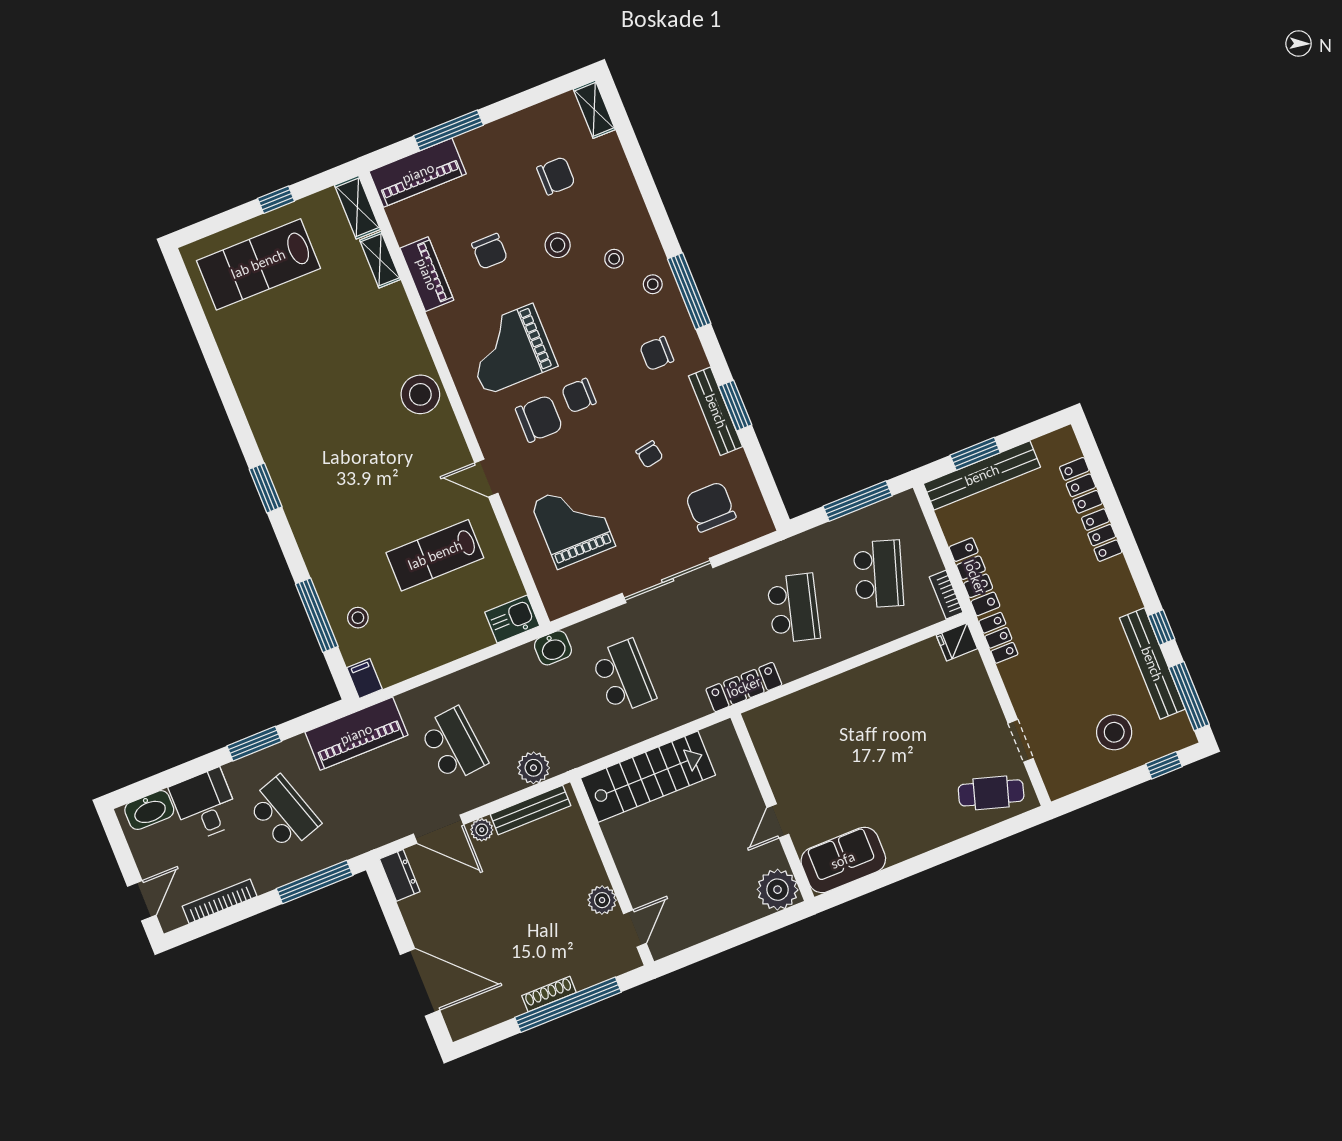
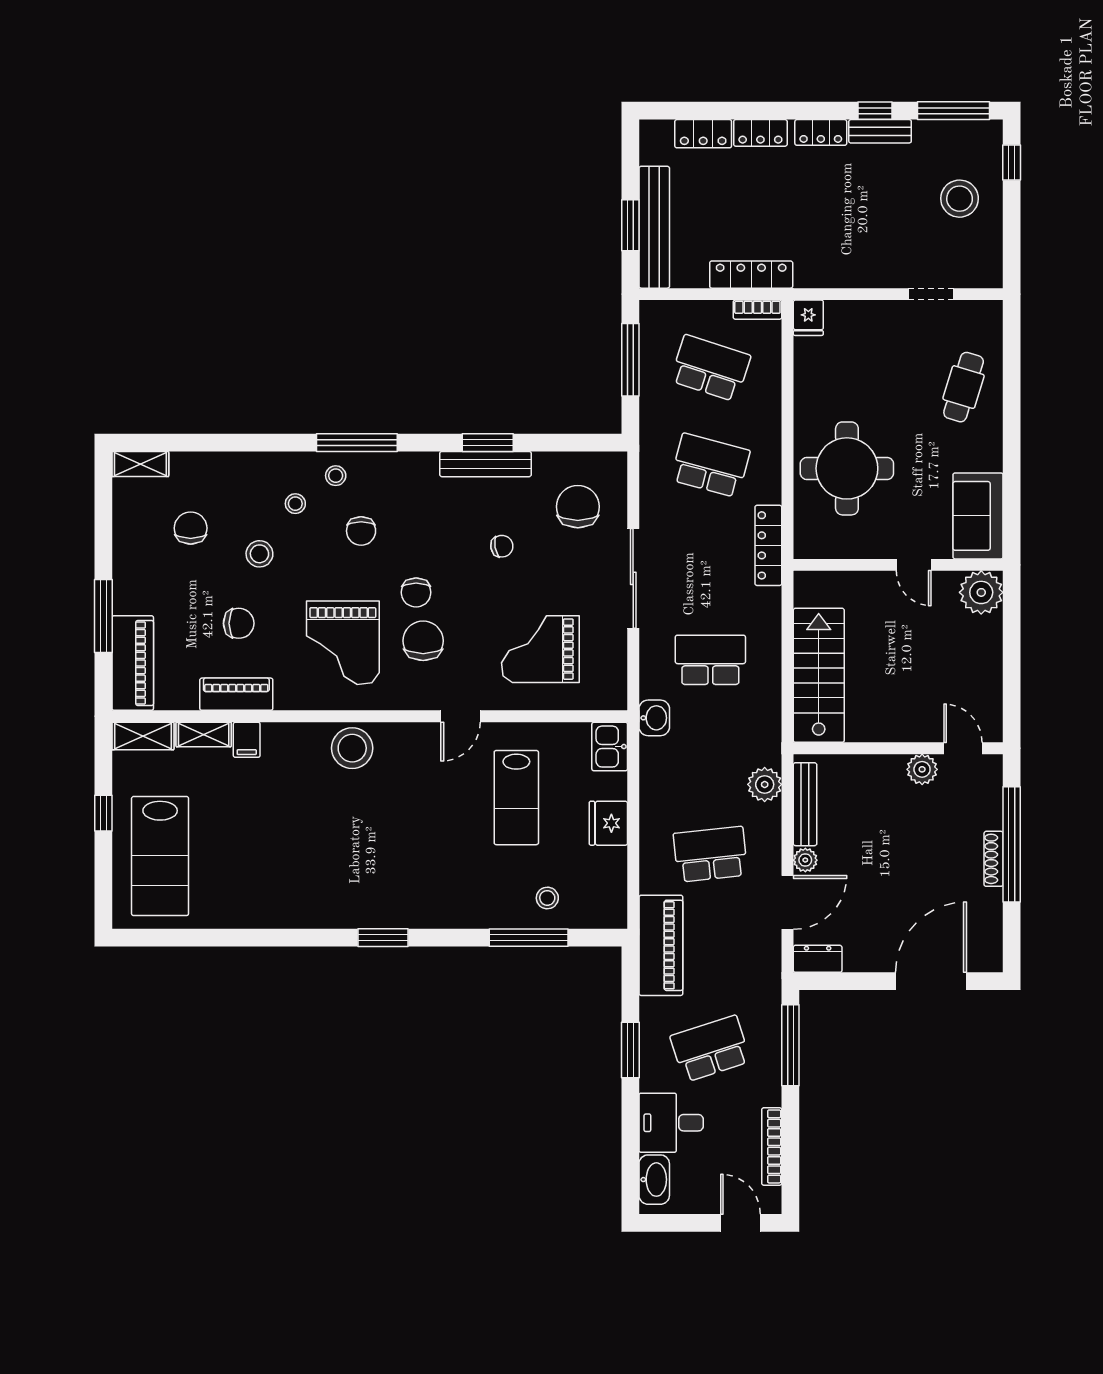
chair: (657, 353) -> (361, 531), moved
chair: (711, 507) -> (578, 507), turned 90
locker: (998, 638) -> (821, 132), moved, turned 180
fridge: (445, 645) -> (608, 823), added
bench: (1152, 664) -> (880, 131), width x0.54, depth x0.82
filing cabinet: (365, 678) -> (247, 740), moved, turned -90
round table: (839, 729) -> (847, 468), added
cafe table: (991, 793) -> (964, 387), moved

